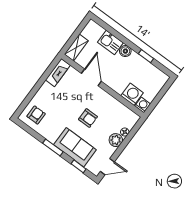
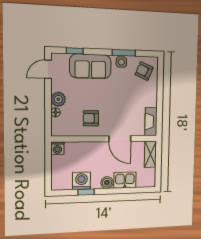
washing machine: (132, 94) -> (81, 181), moved, turned 180
armchair: (36, 115) -> (144, 71), turned 113
armchair: (88, 118) -> (91, 118), moved
side table: (49, 134) -> (121, 62), added
window: (53, 147) -> (124, 53), moved

